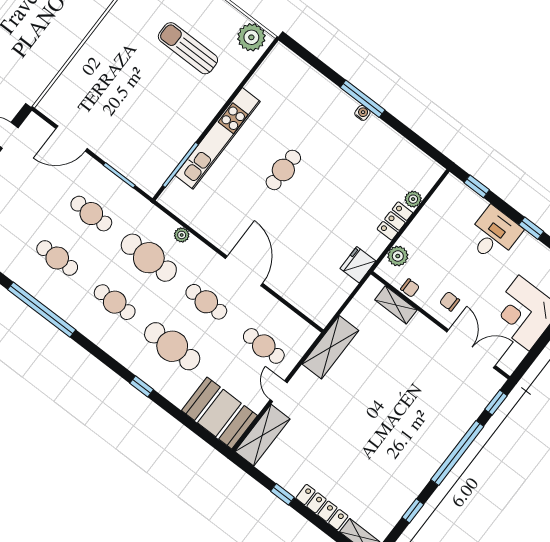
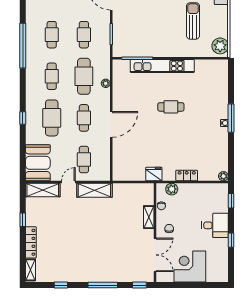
plant: (413, 199) -> (223, 176), moved
shelving: (396, 305) -> (149, 217), moved
shelving: (330, 347) -> (94, 190), moved
window: (457, 453) -> (103, 285), width x0.68

